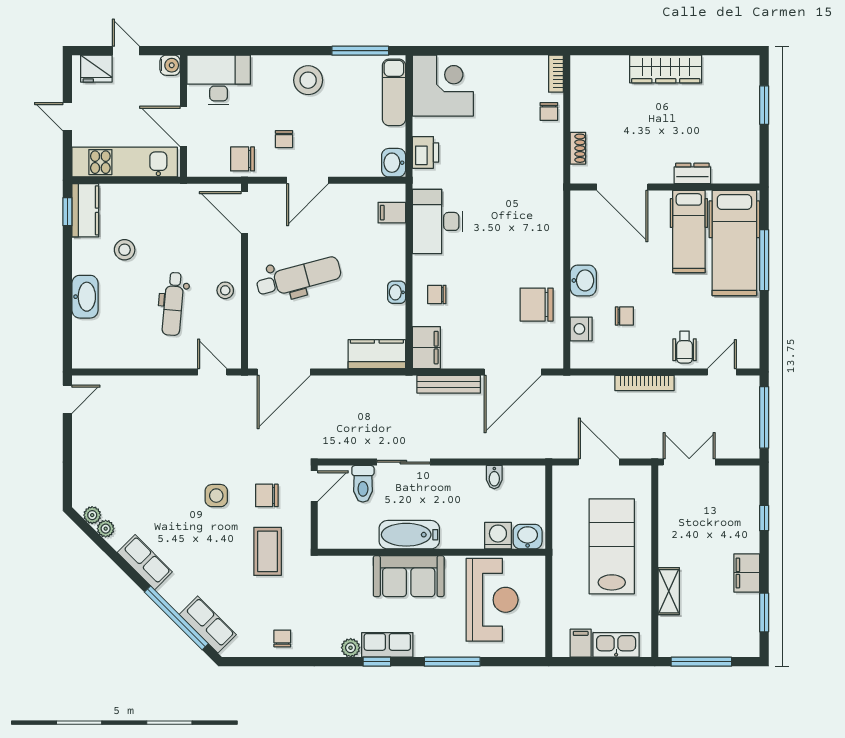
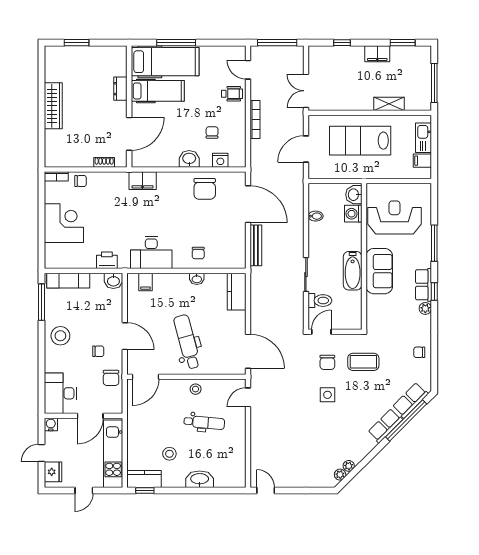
corner desk: (443, 86) -> (64, 223), moved, turned 90
filing cabinet: (426, 348) -> (143, 181), moved, turned 180
door: (314, 486) -> (321, 332), hinge flipped
row of seats: (145, 562) -> (385, 426), moved

